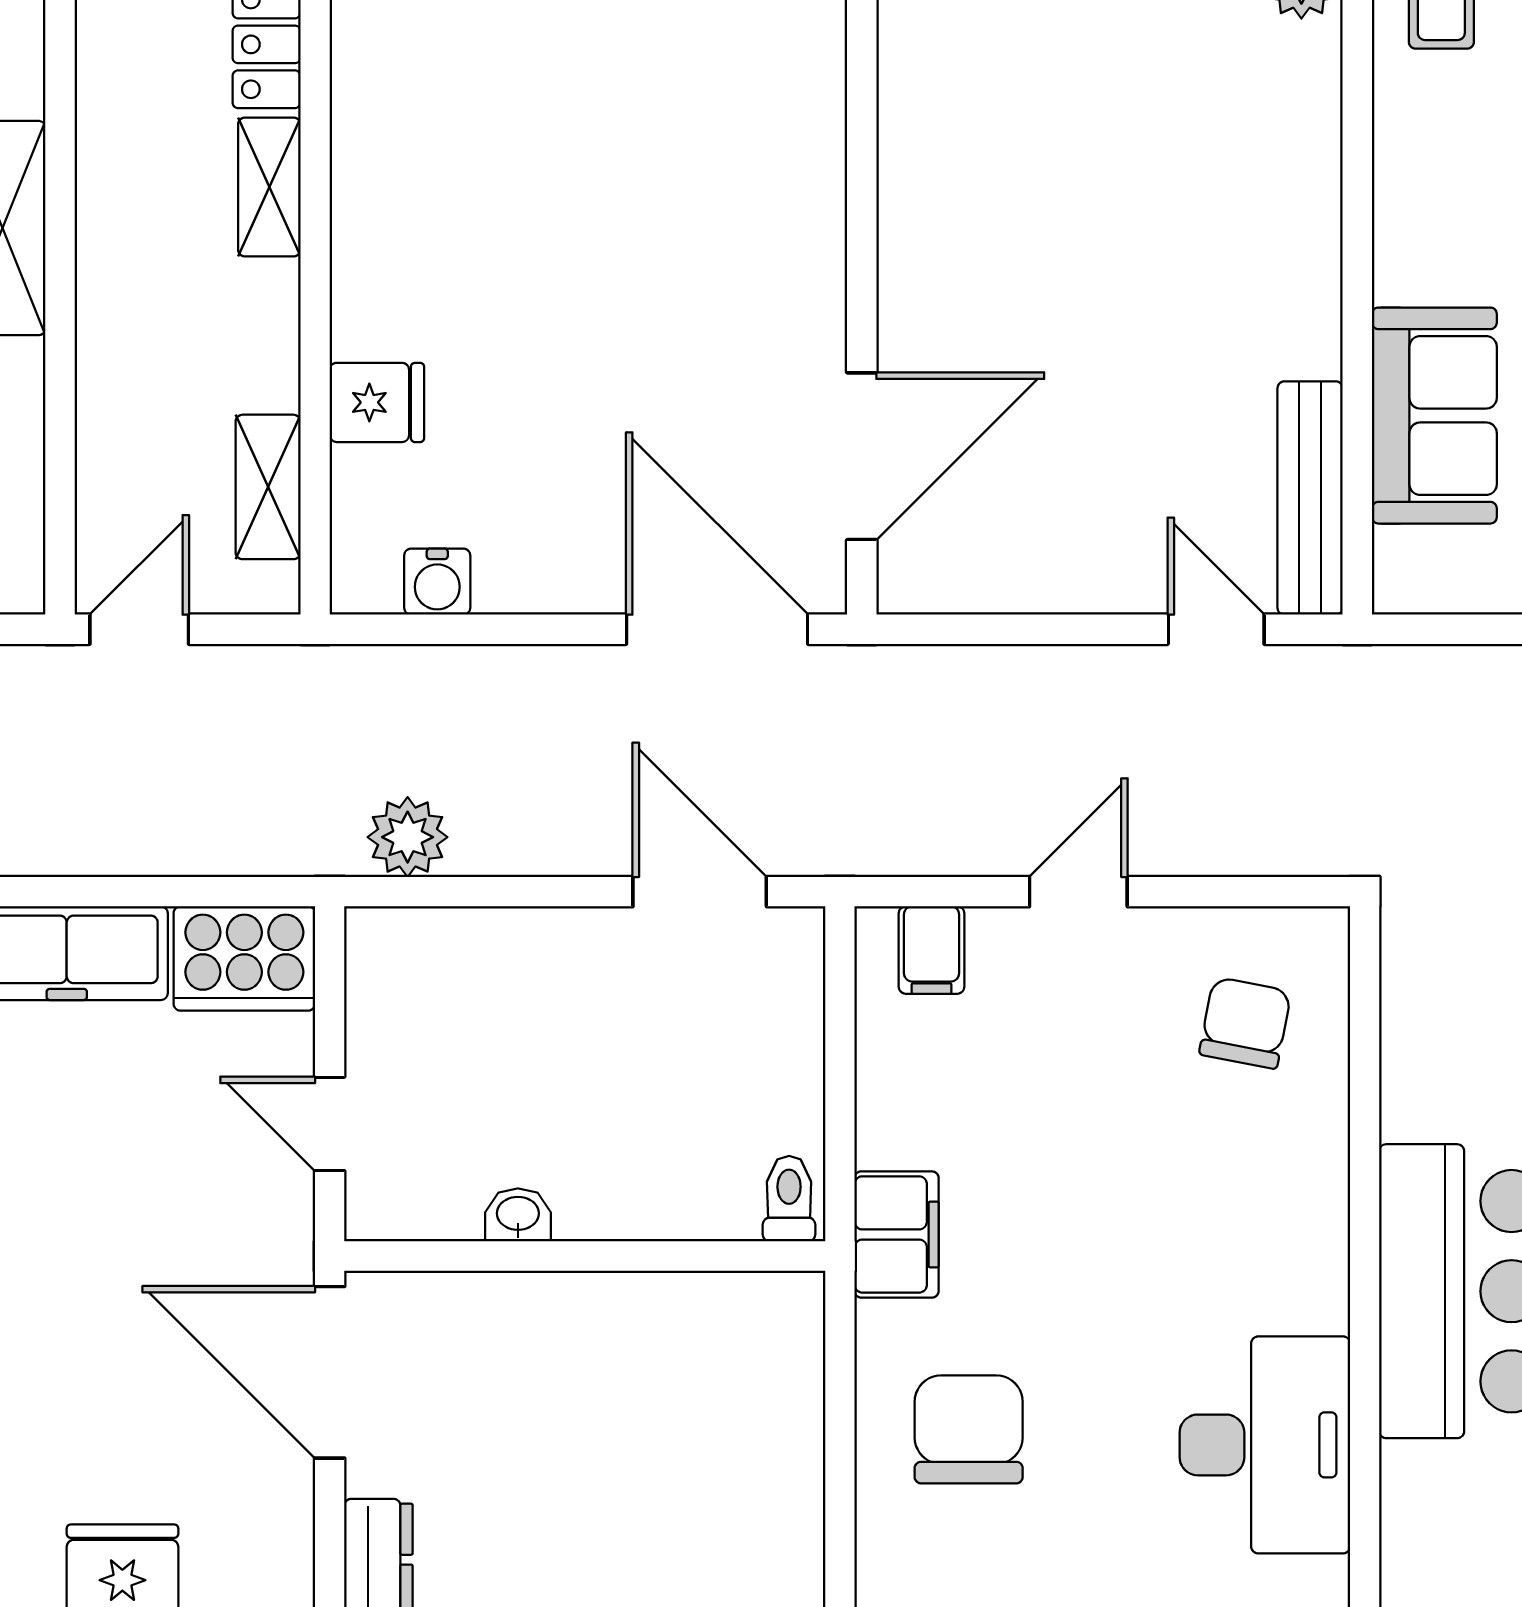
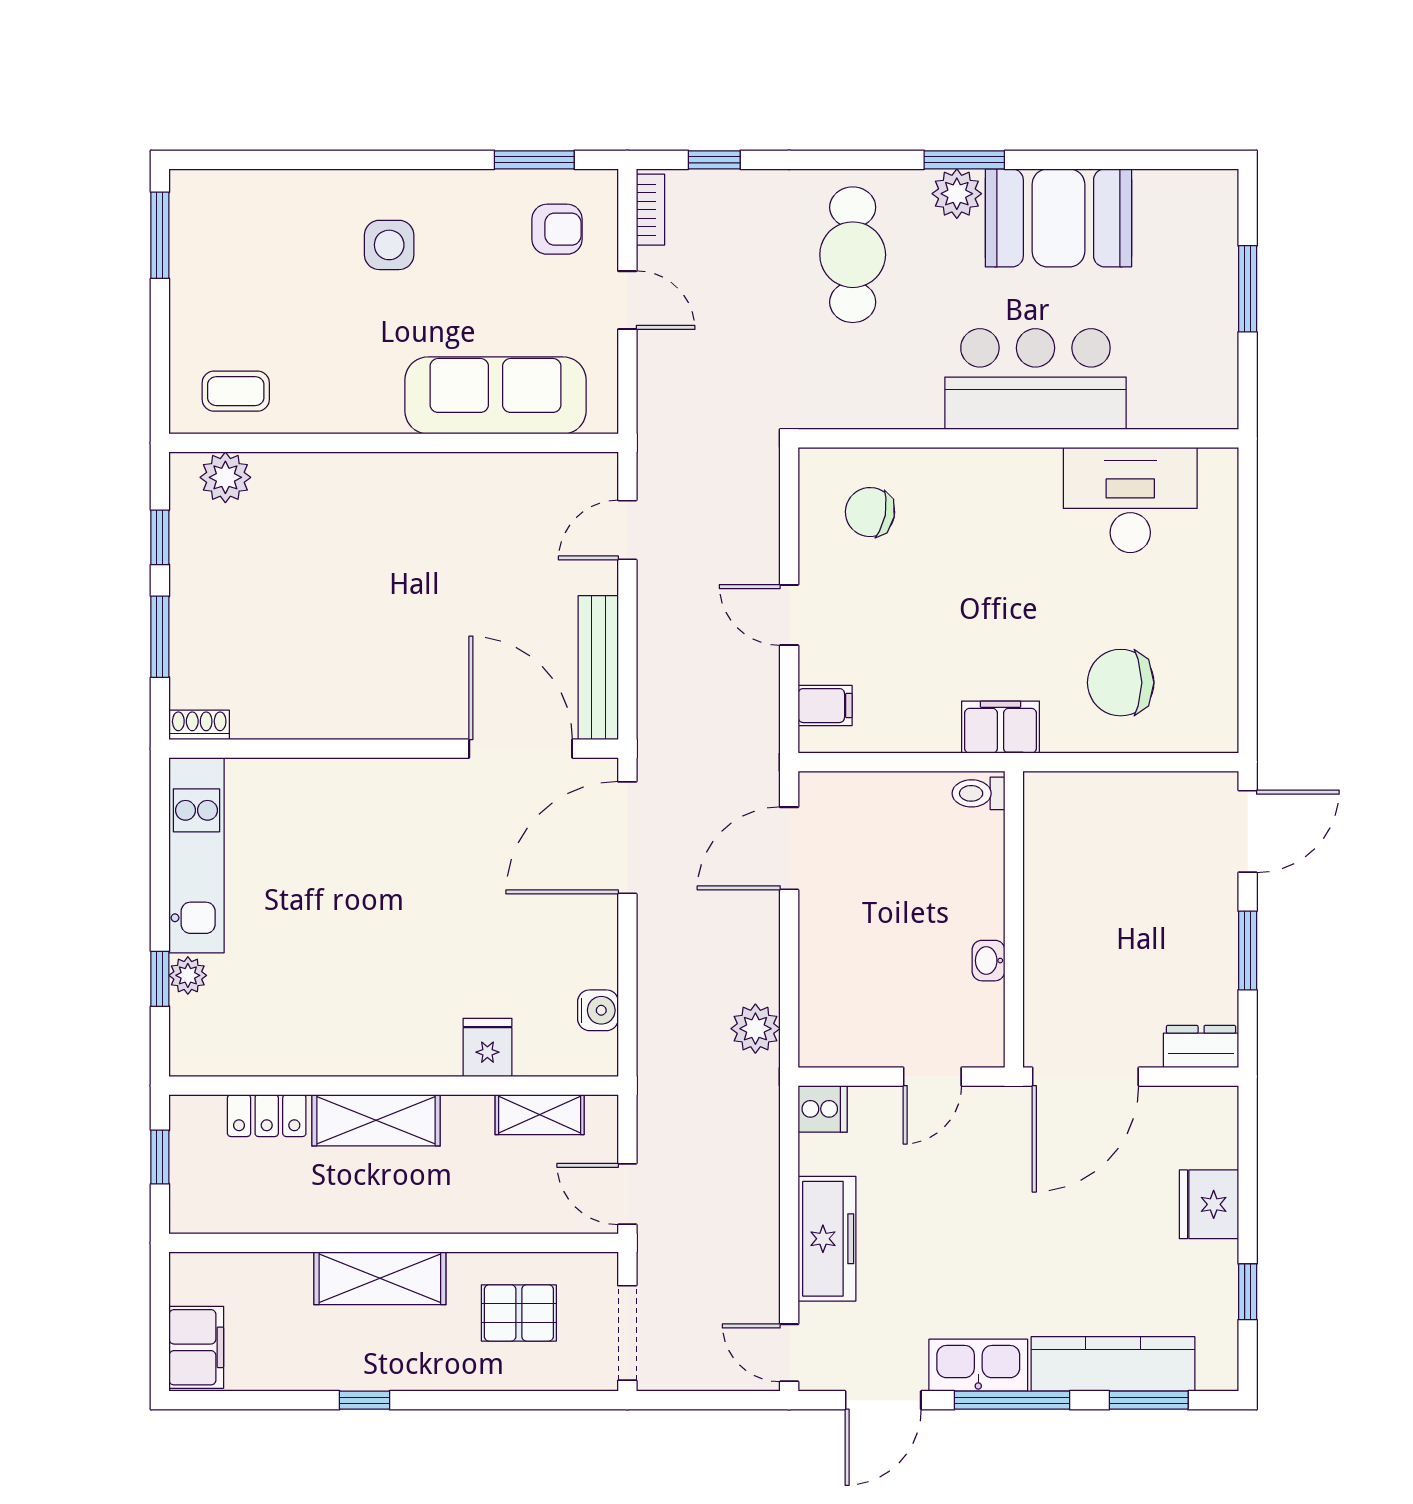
shelving: (269, 187) -> (376, 1120), width x1.50, depth x1.33
sofa: (1434, 416) -> (496, 395), width x1.36
bench: (1310, 498) -> (598, 668), moved, turned 90
cooker: (244, 958) -> (823, 1109), width x0.53, depth x0.76

